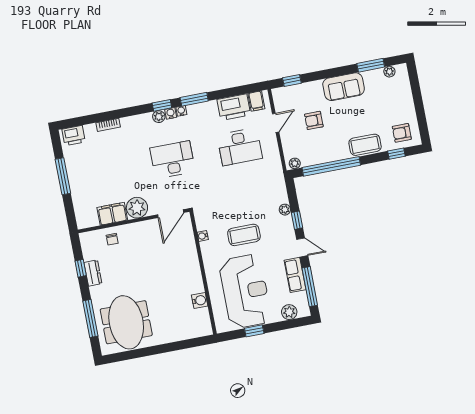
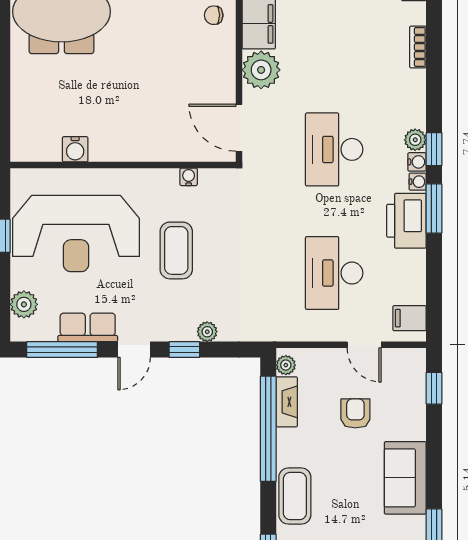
printer: (234, 107) -> (406, 221), moved
fireplace: (315, 159) -> (287, 402), added
desk: (173, 160) -> (334, 149), turned 180

